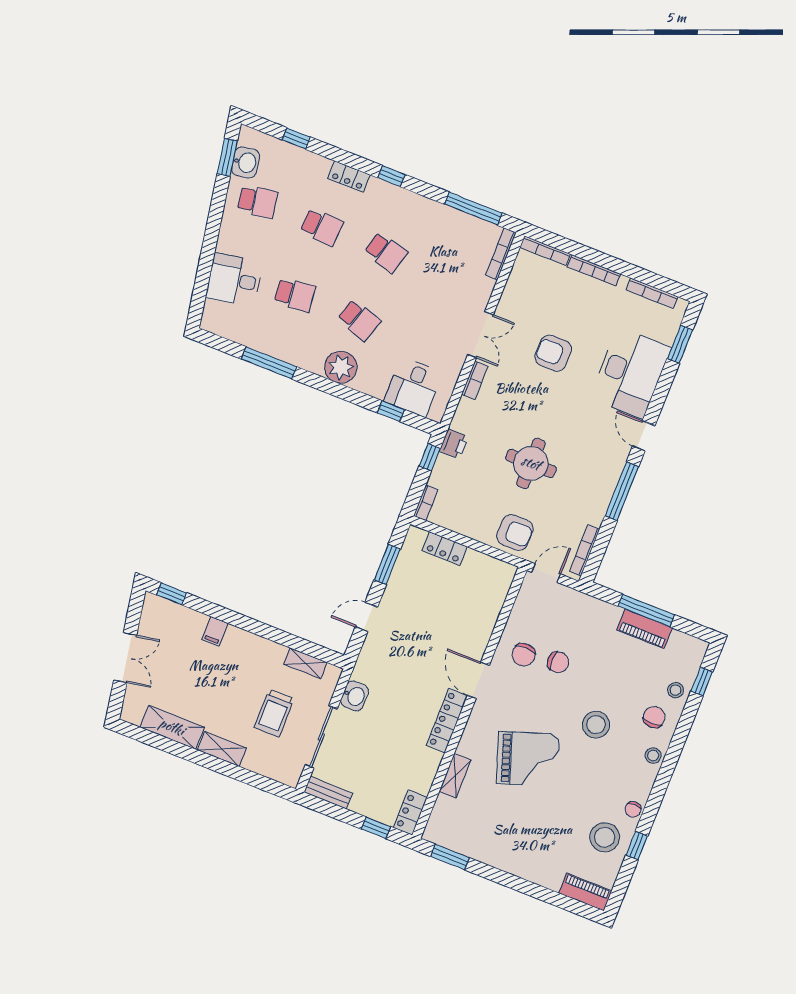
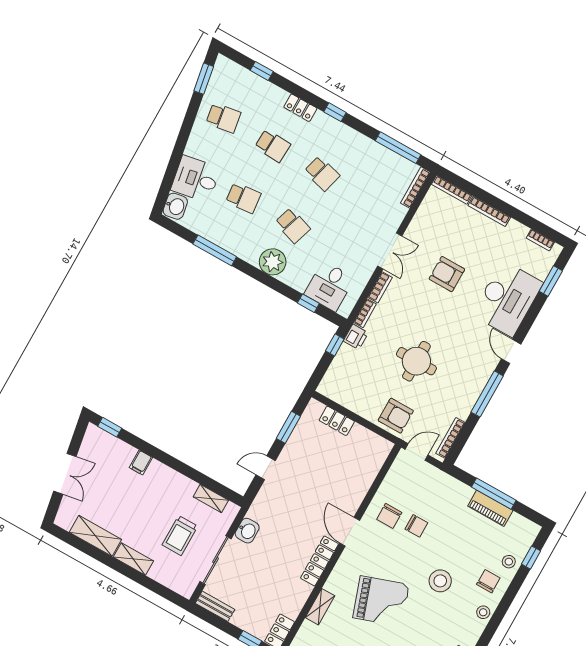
washbasin: (246, 162) -> (175, 206), moved
bookcase: (652, 293) -> (540, 240), width x0.64
bookcase: (426, 503) -> (365, 313), moved

